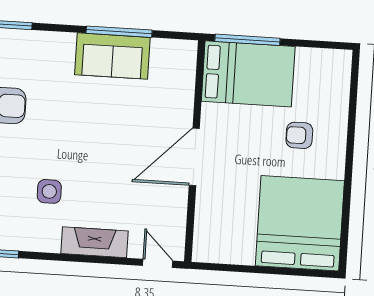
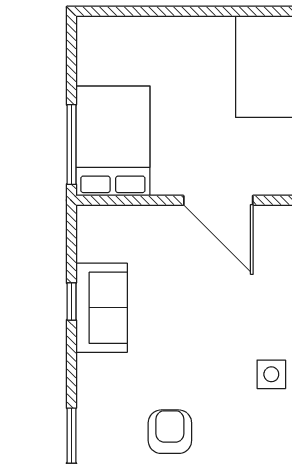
window: (119, 32) -> (71, 301), width x0.46
armchair: (299, 135) -> (184, 74), removed

